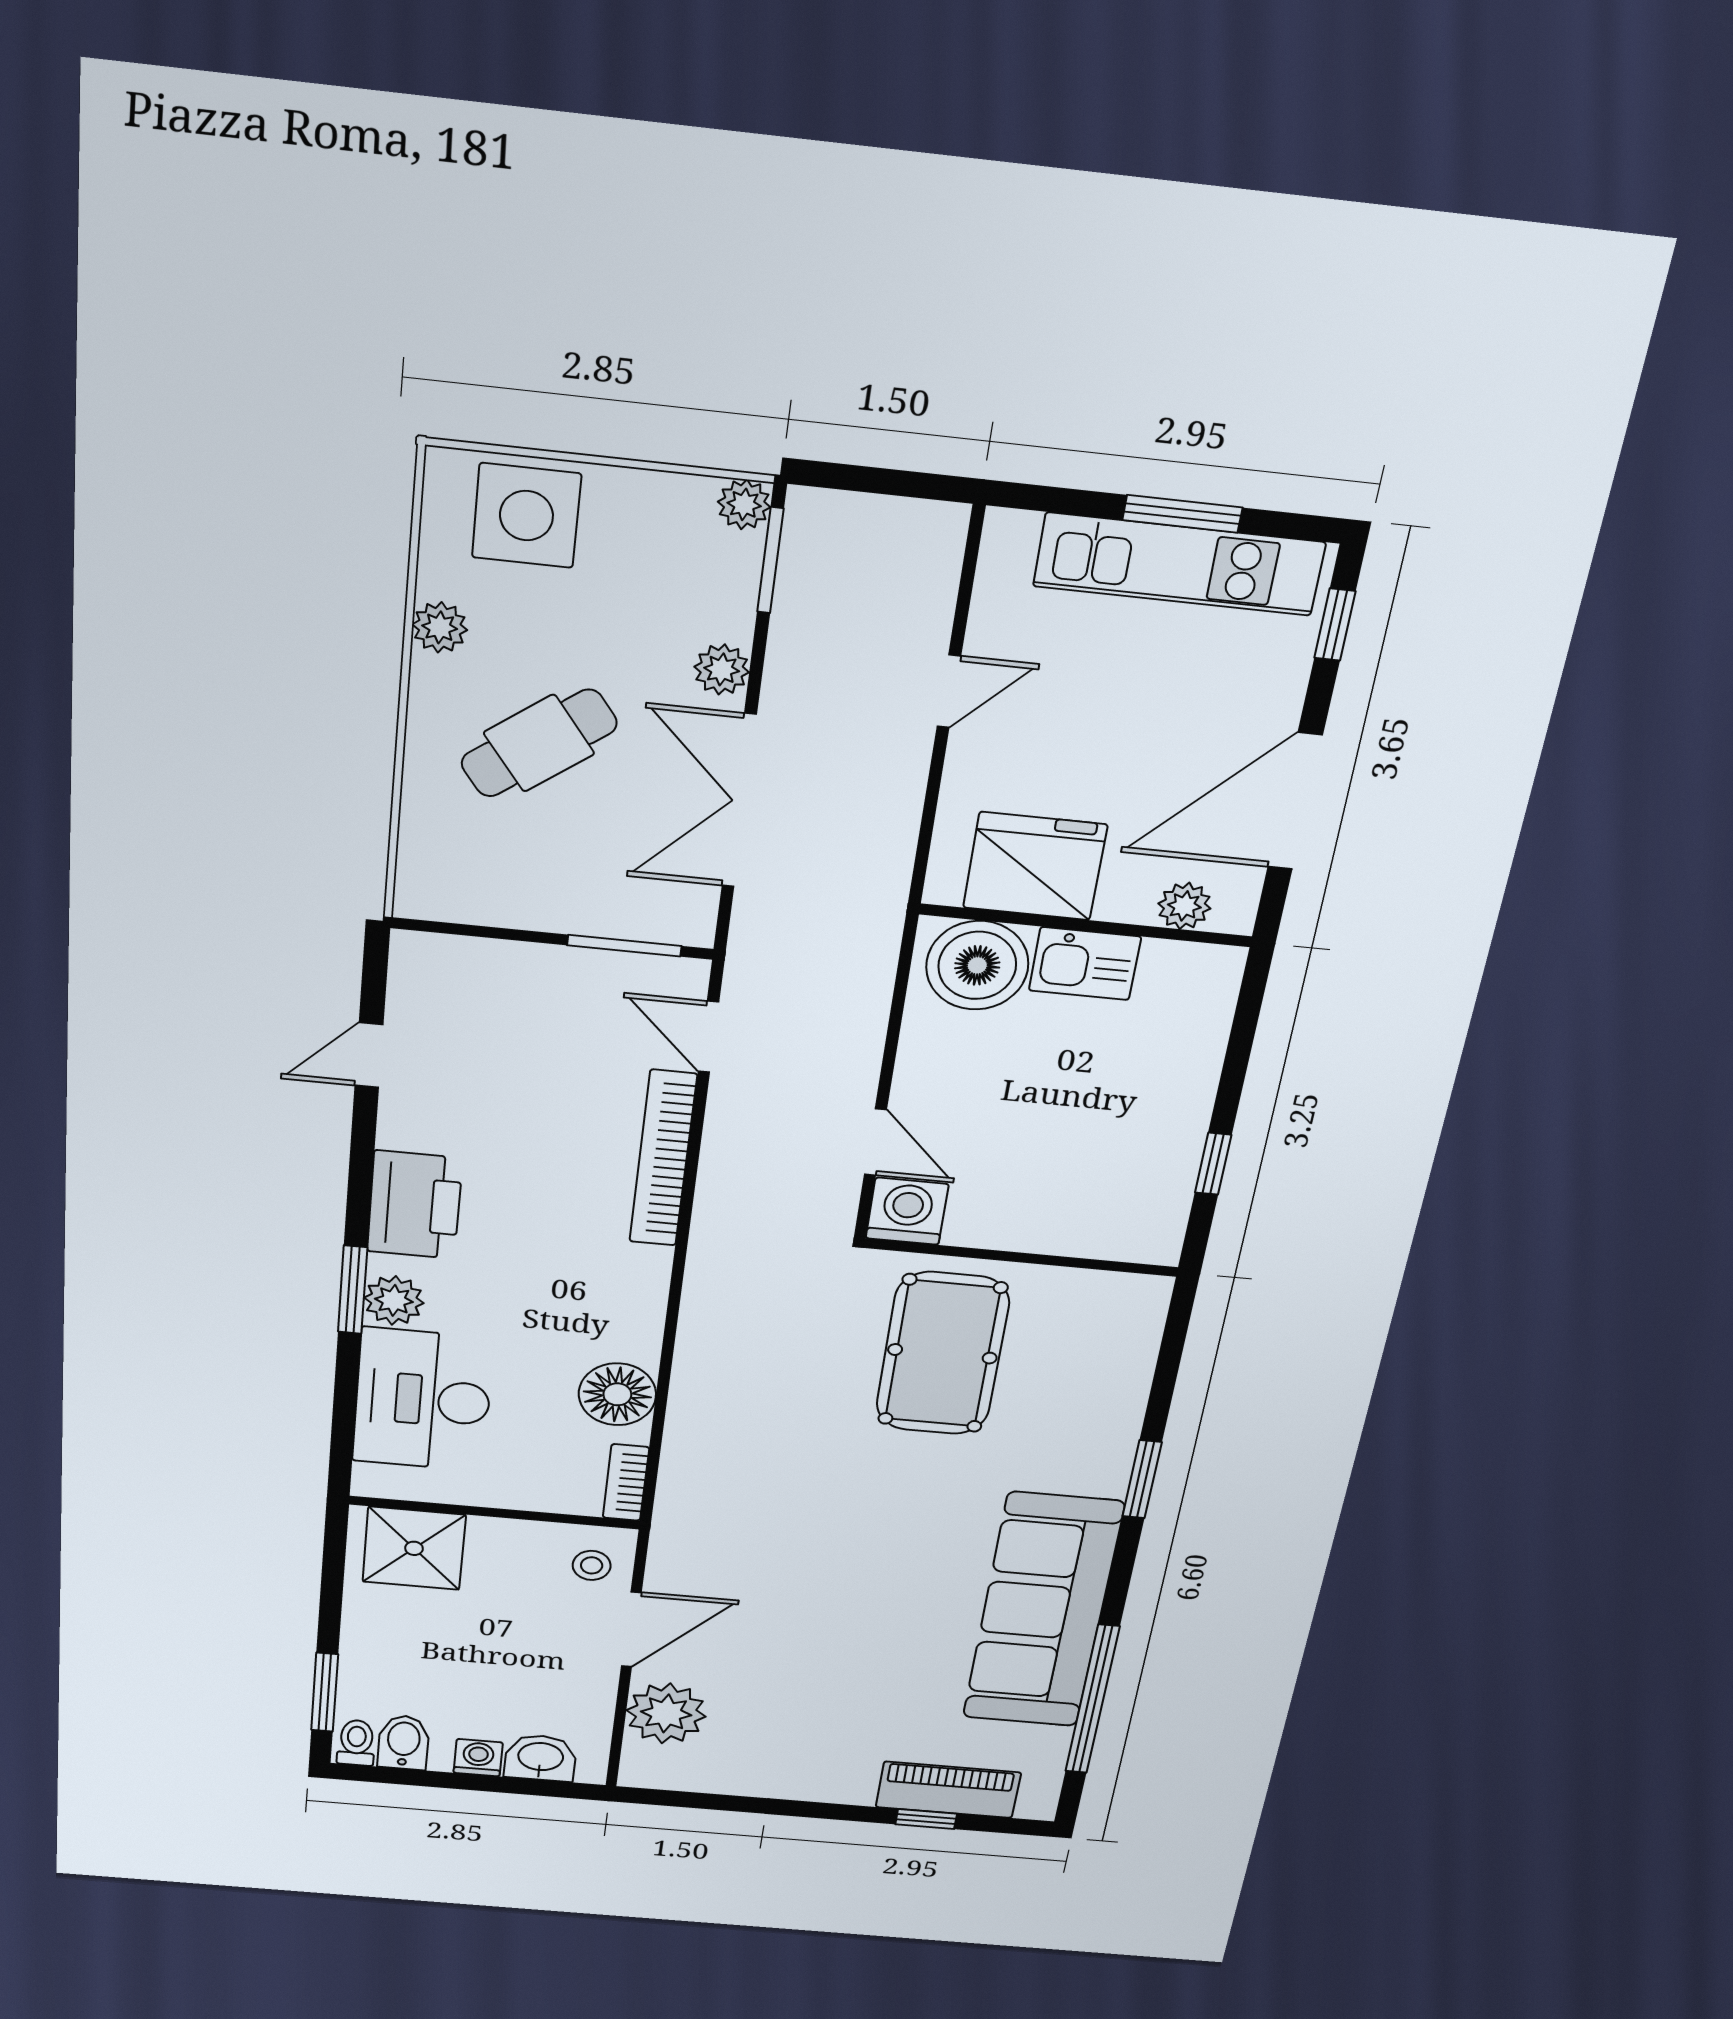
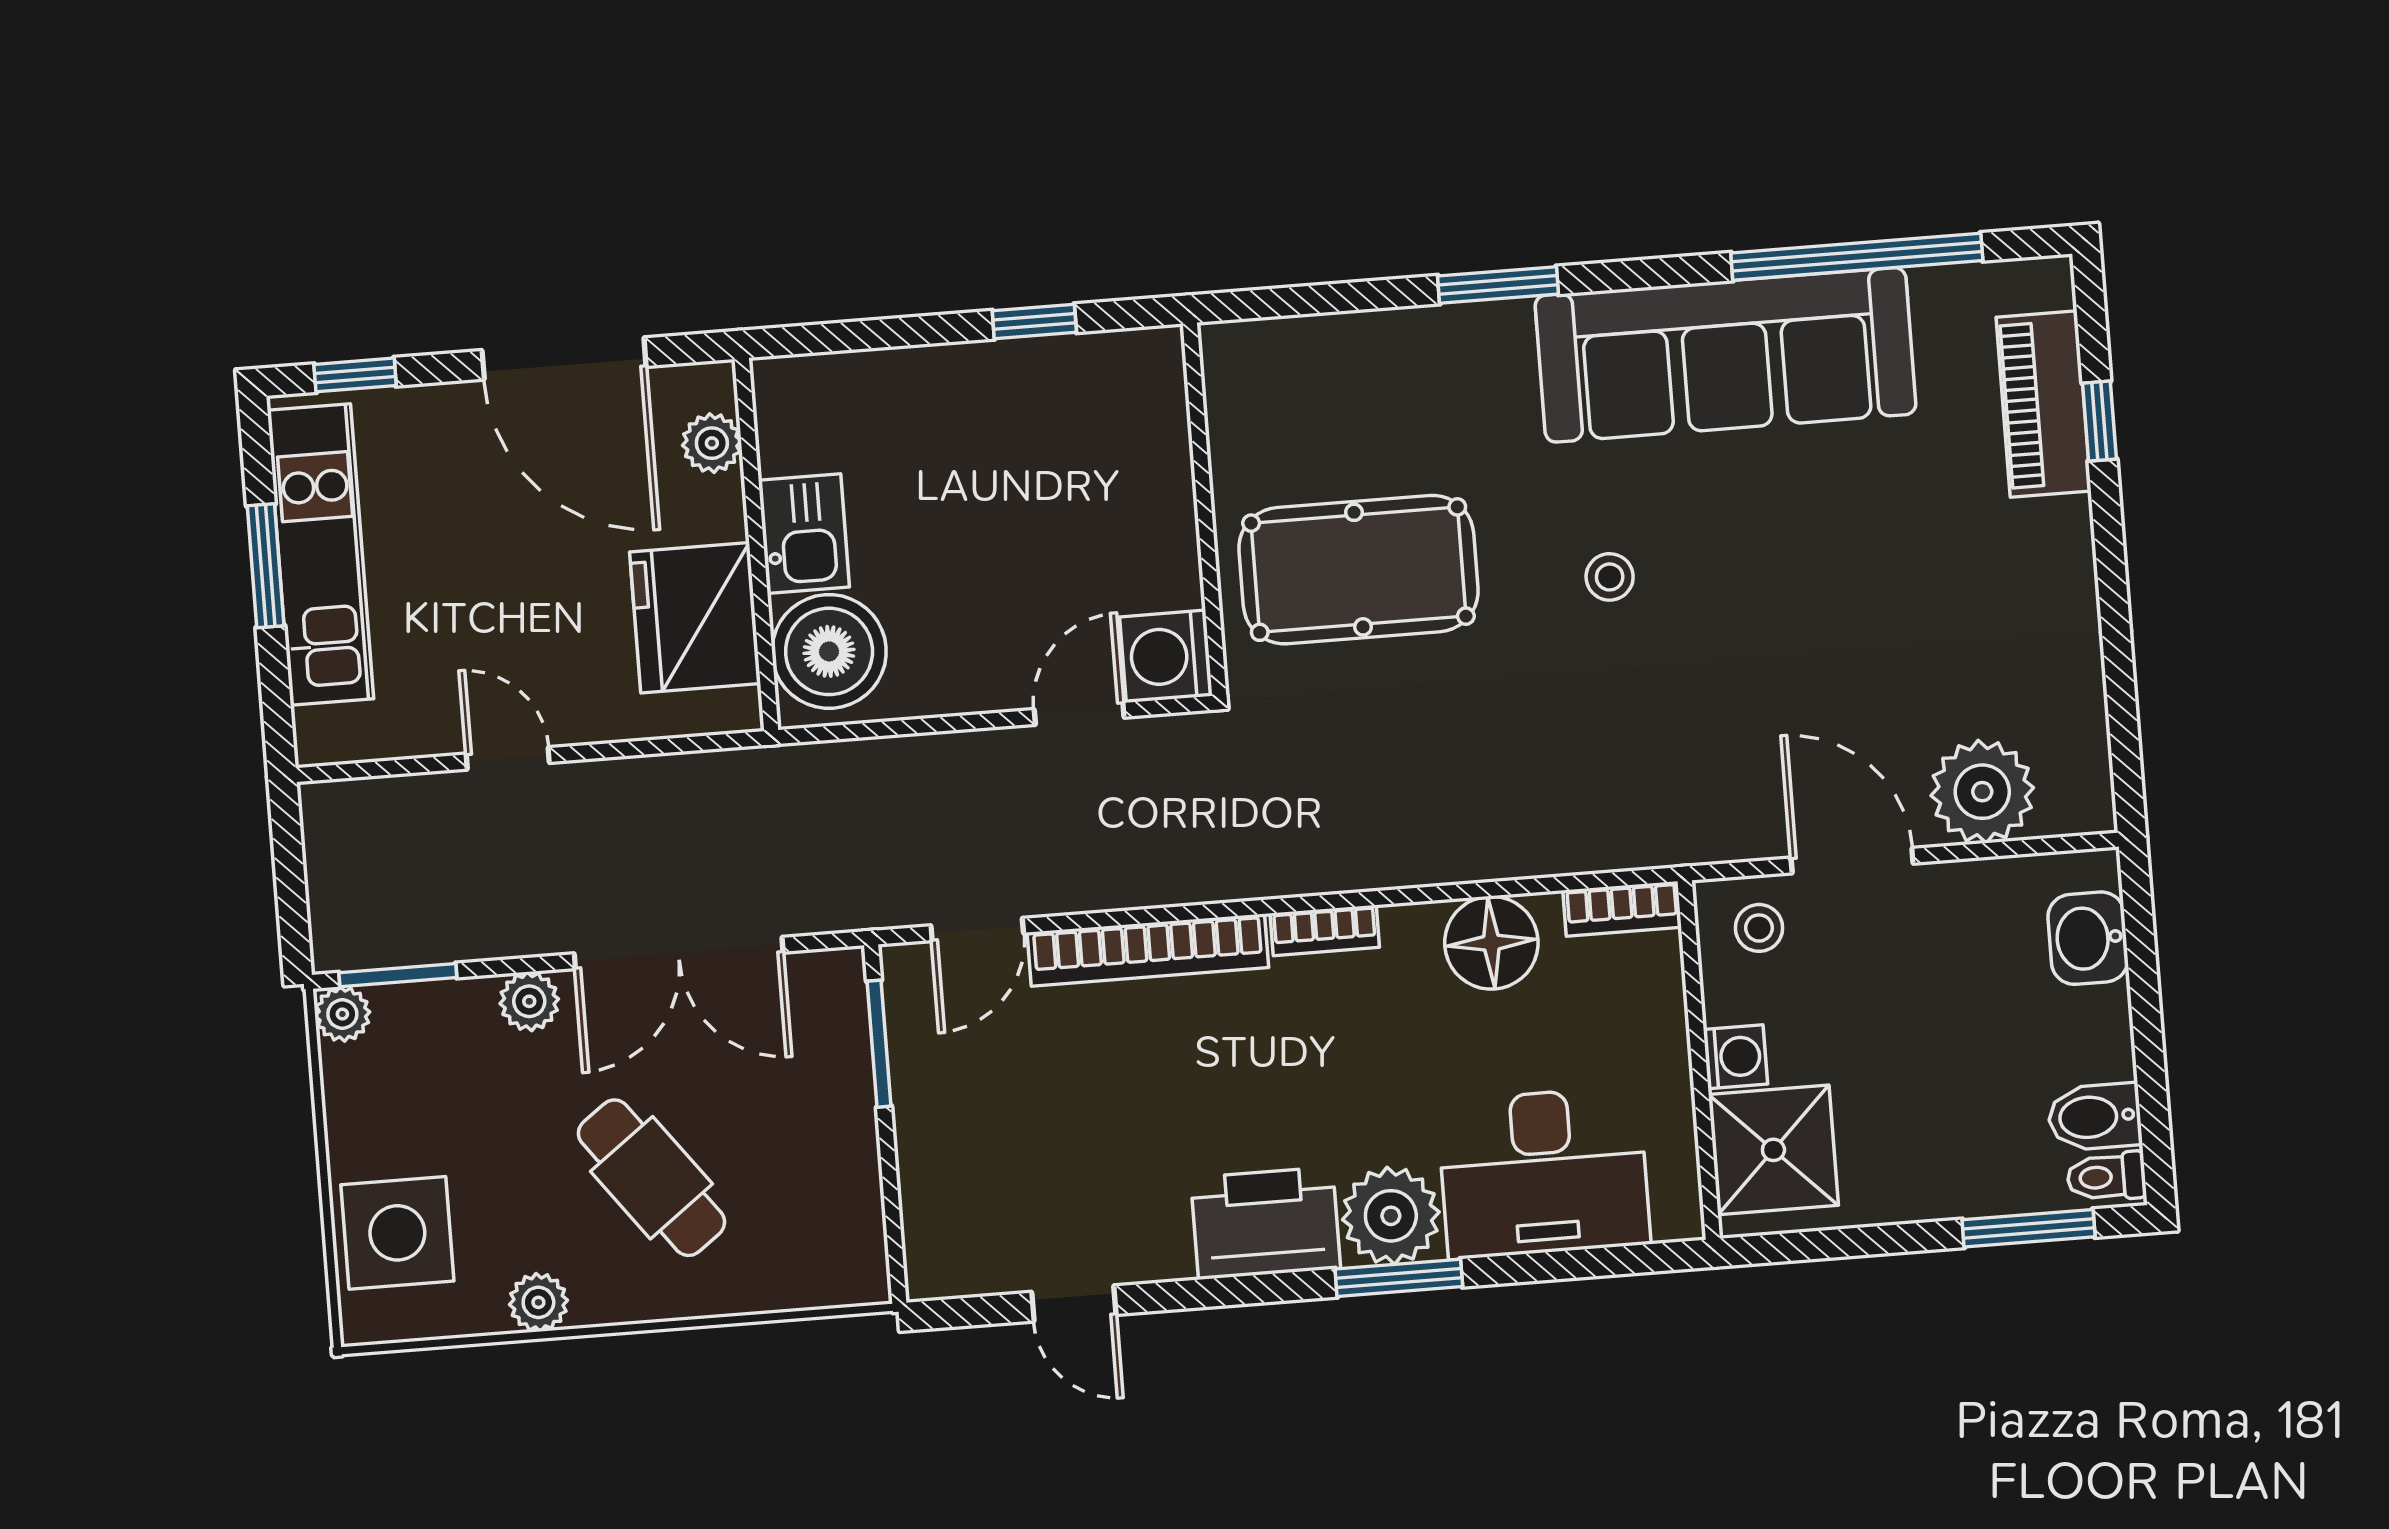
bookcase: (652, 1285) -> (1325, 930), added
plant: (394, 1300) -> (1391, 1216), width x1.36, depth x1.36
stool: (891, 1514) -> (1610, 577), added
washing machine: (478, 1758) -> (1735, 1057), moved, turned 180

